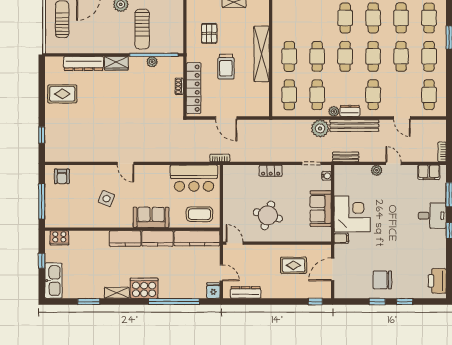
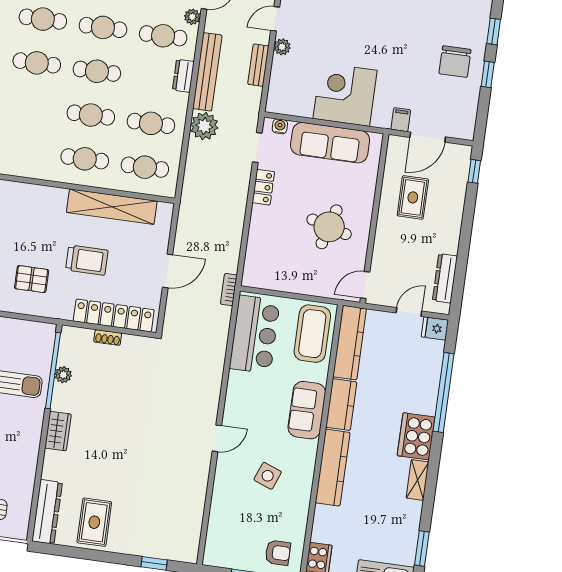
shelving: (262, 54) -> (112, 207), moved
dresser: (84, 63) -> (47, 512), moved
plant: (334, 111) -> (192, 17), moved
bench: (346, 157) -> (258, 65), moved
locker: (271, 171) -> (263, 187), moved
armchair: (62, 176) -> (278, 553), moved
sofa: (321, 209) -> (330, 143), width x1.36
coffee table: (199, 214) -> (312, 334), width x1.36, depth x1.32
filing cabinet: (341, 238) -> (401, 120), moved
kitchen counter: (125, 239) -> (333, 468), width x1.50
door: (333, 269) -> (428, 137), hinge flipped
window: (89, 302) -> (422, 548), moved

